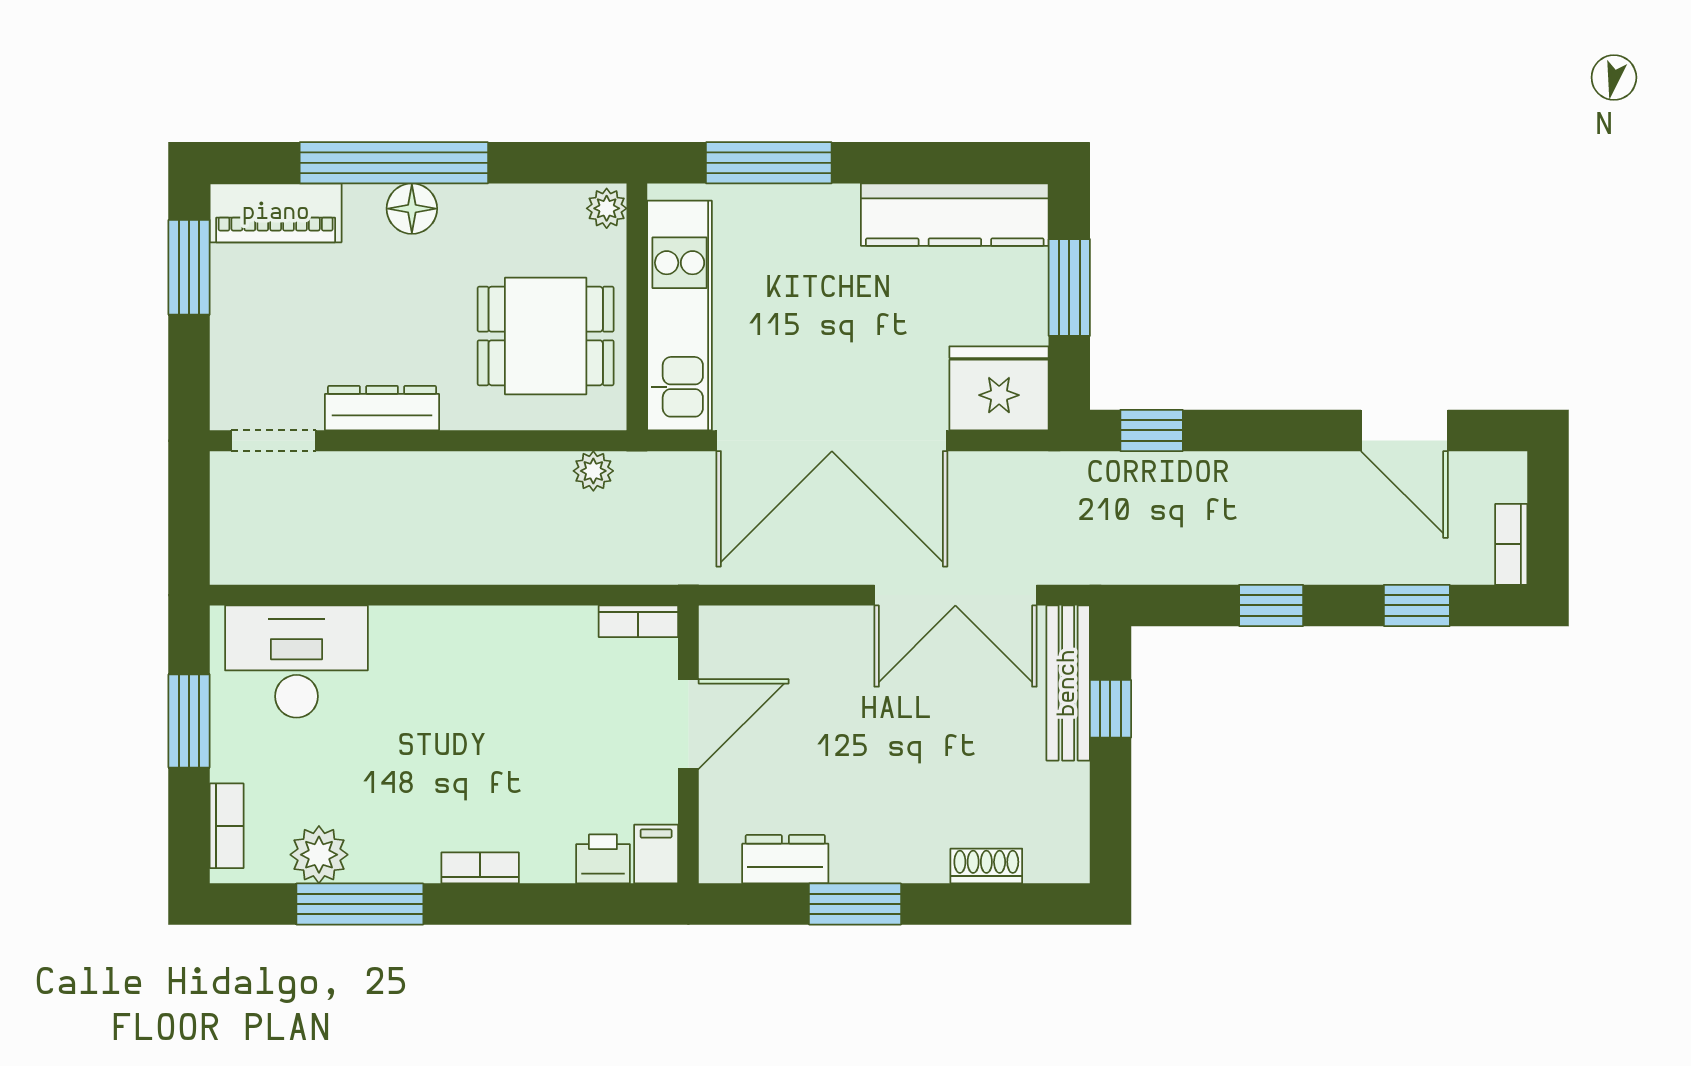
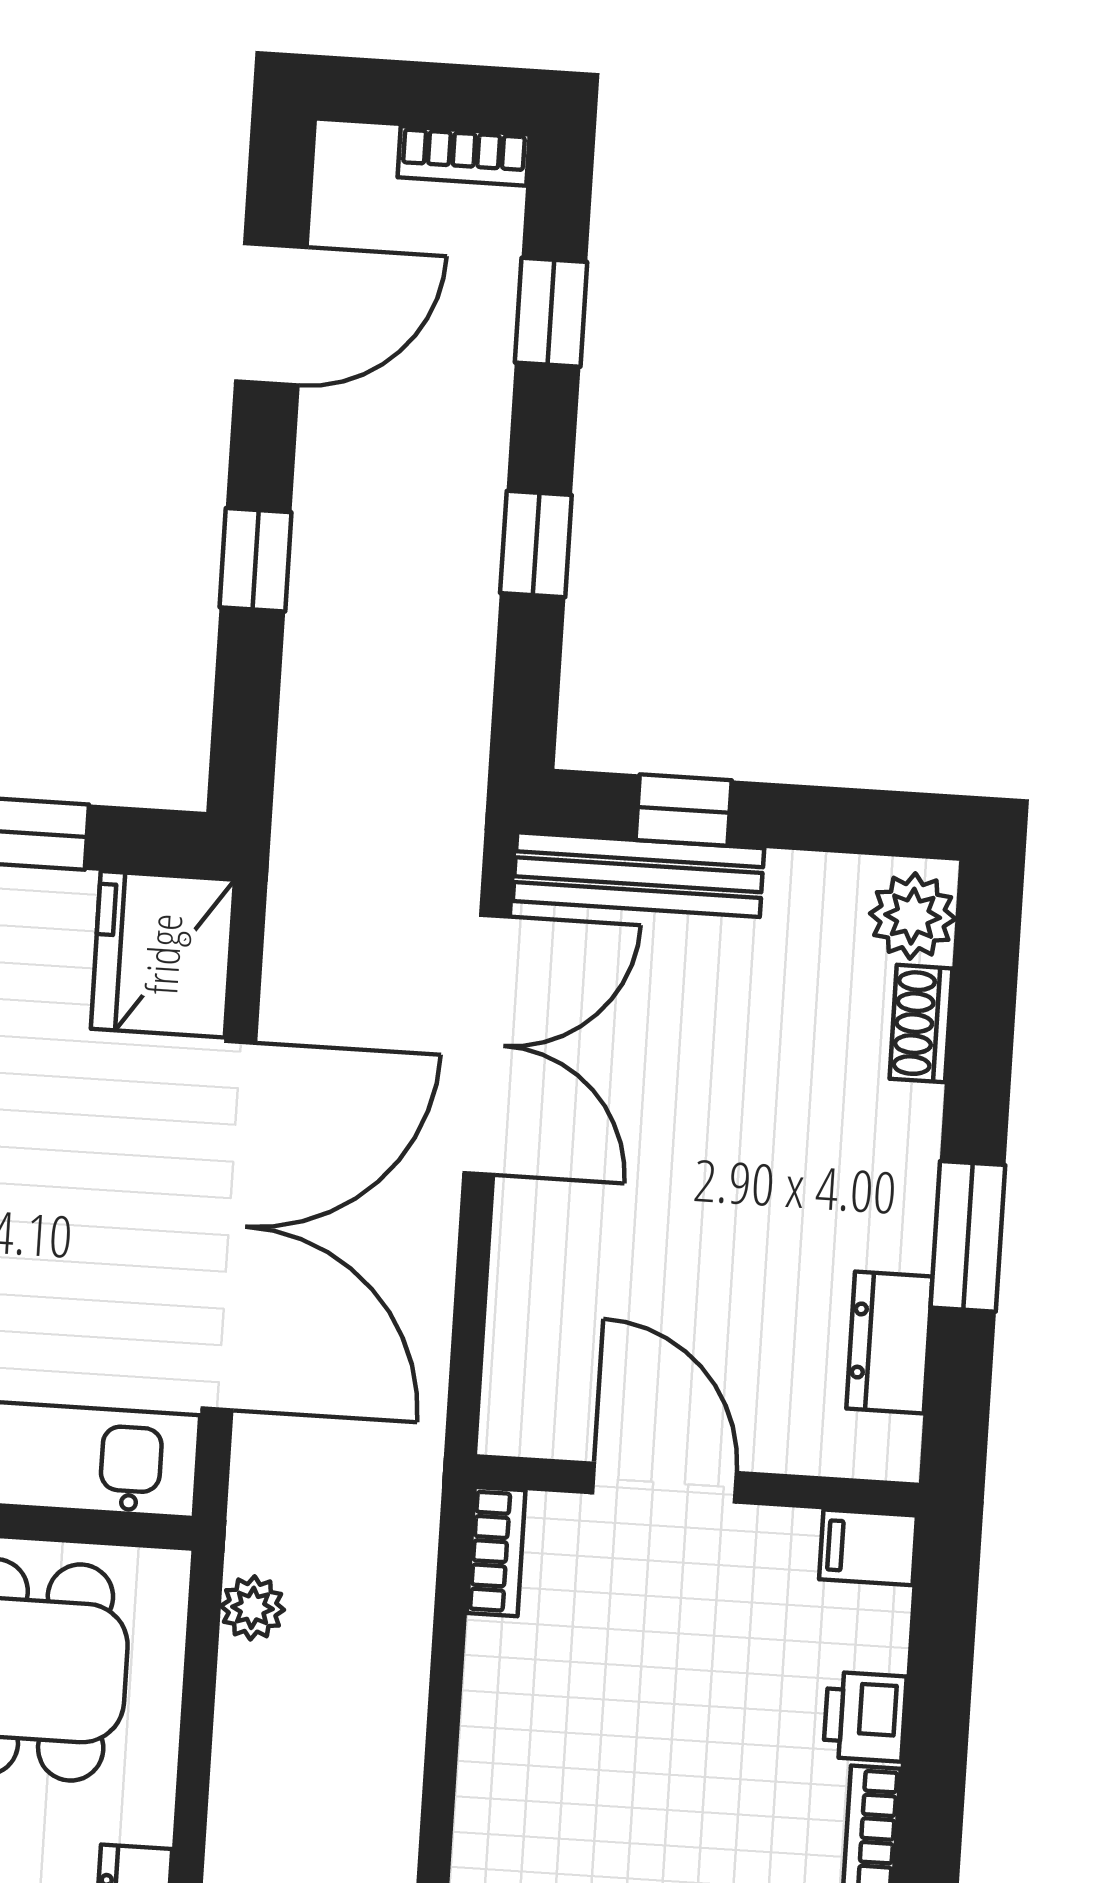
window: (1152, 430) -> (256, 560), moved
plant: (1053, 856) -> (913, 916), added
printer: (603, 859) -> (865, 1717), moved

